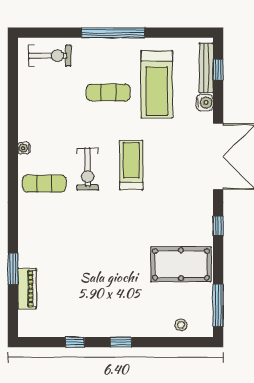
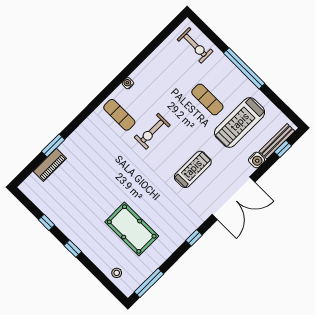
treadmill: (131, 165) -> (193, 169), moved
pool table: (181, 264) -> (132, 229), moved

